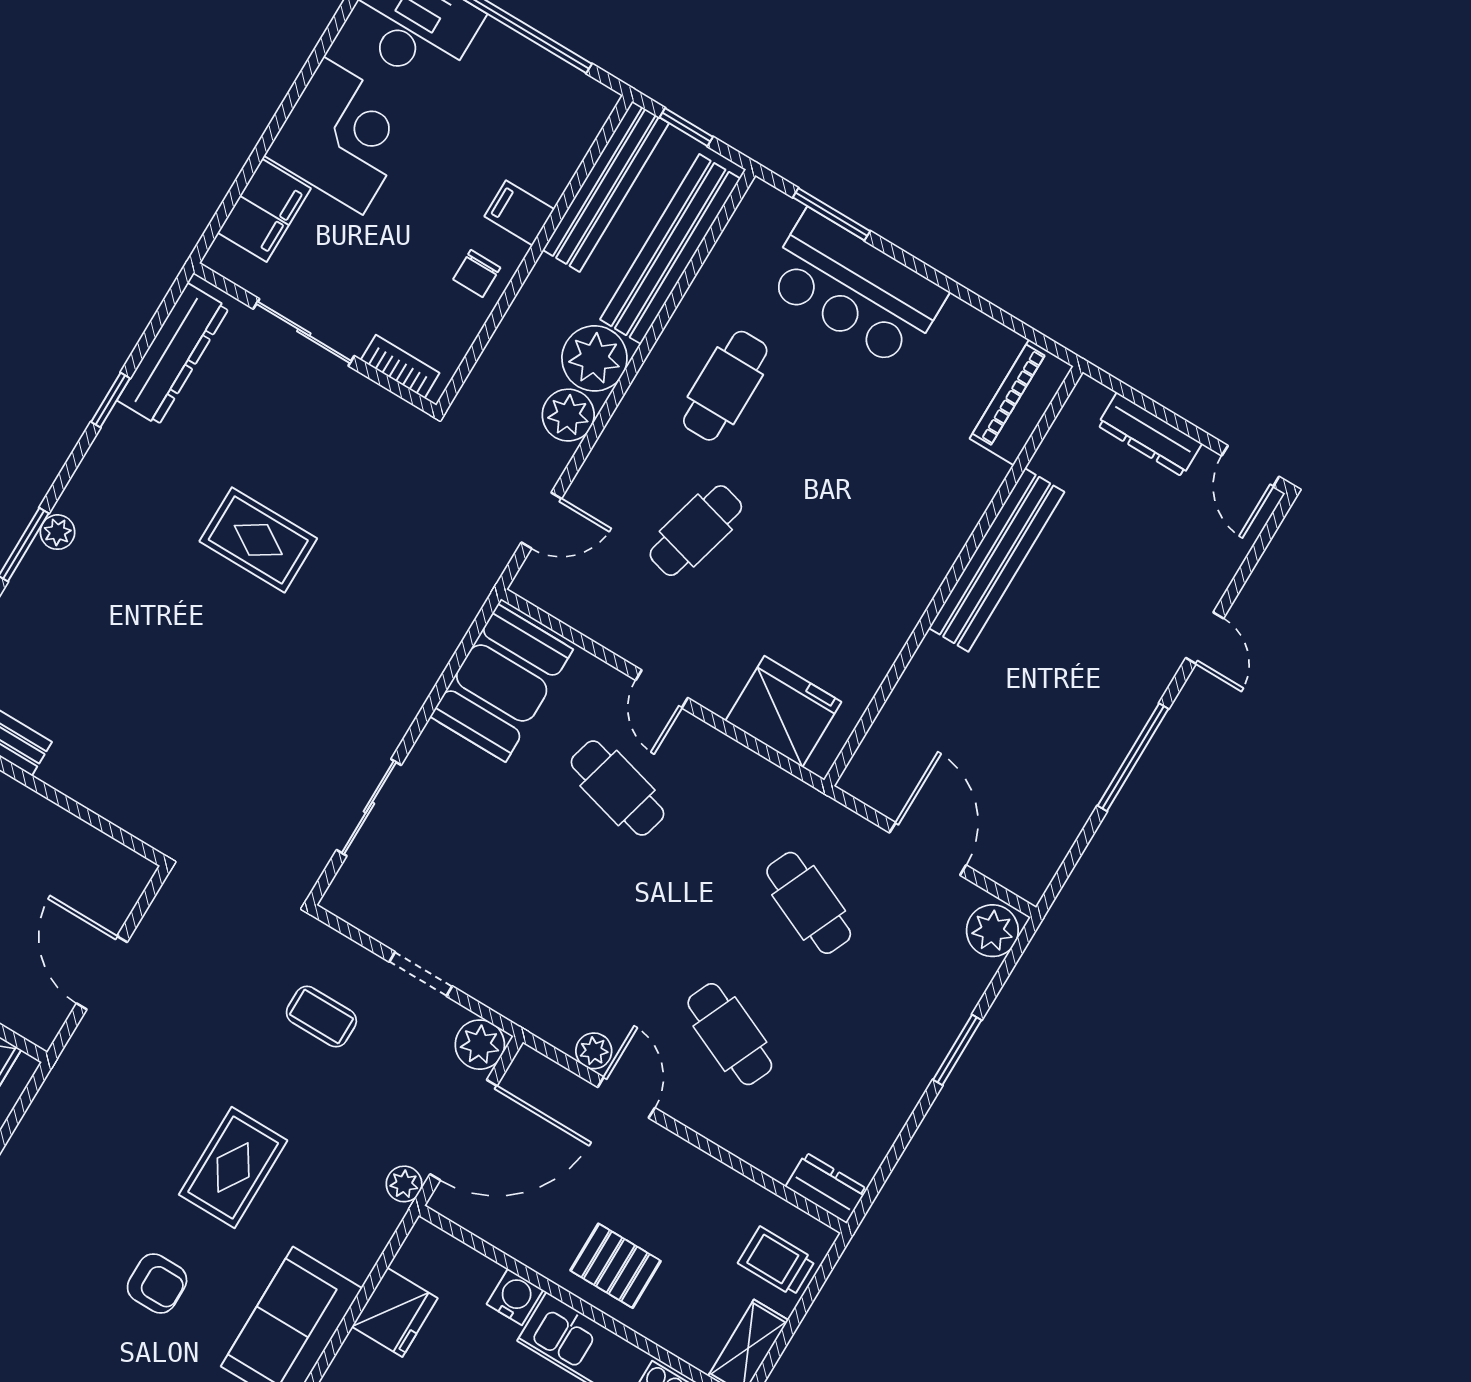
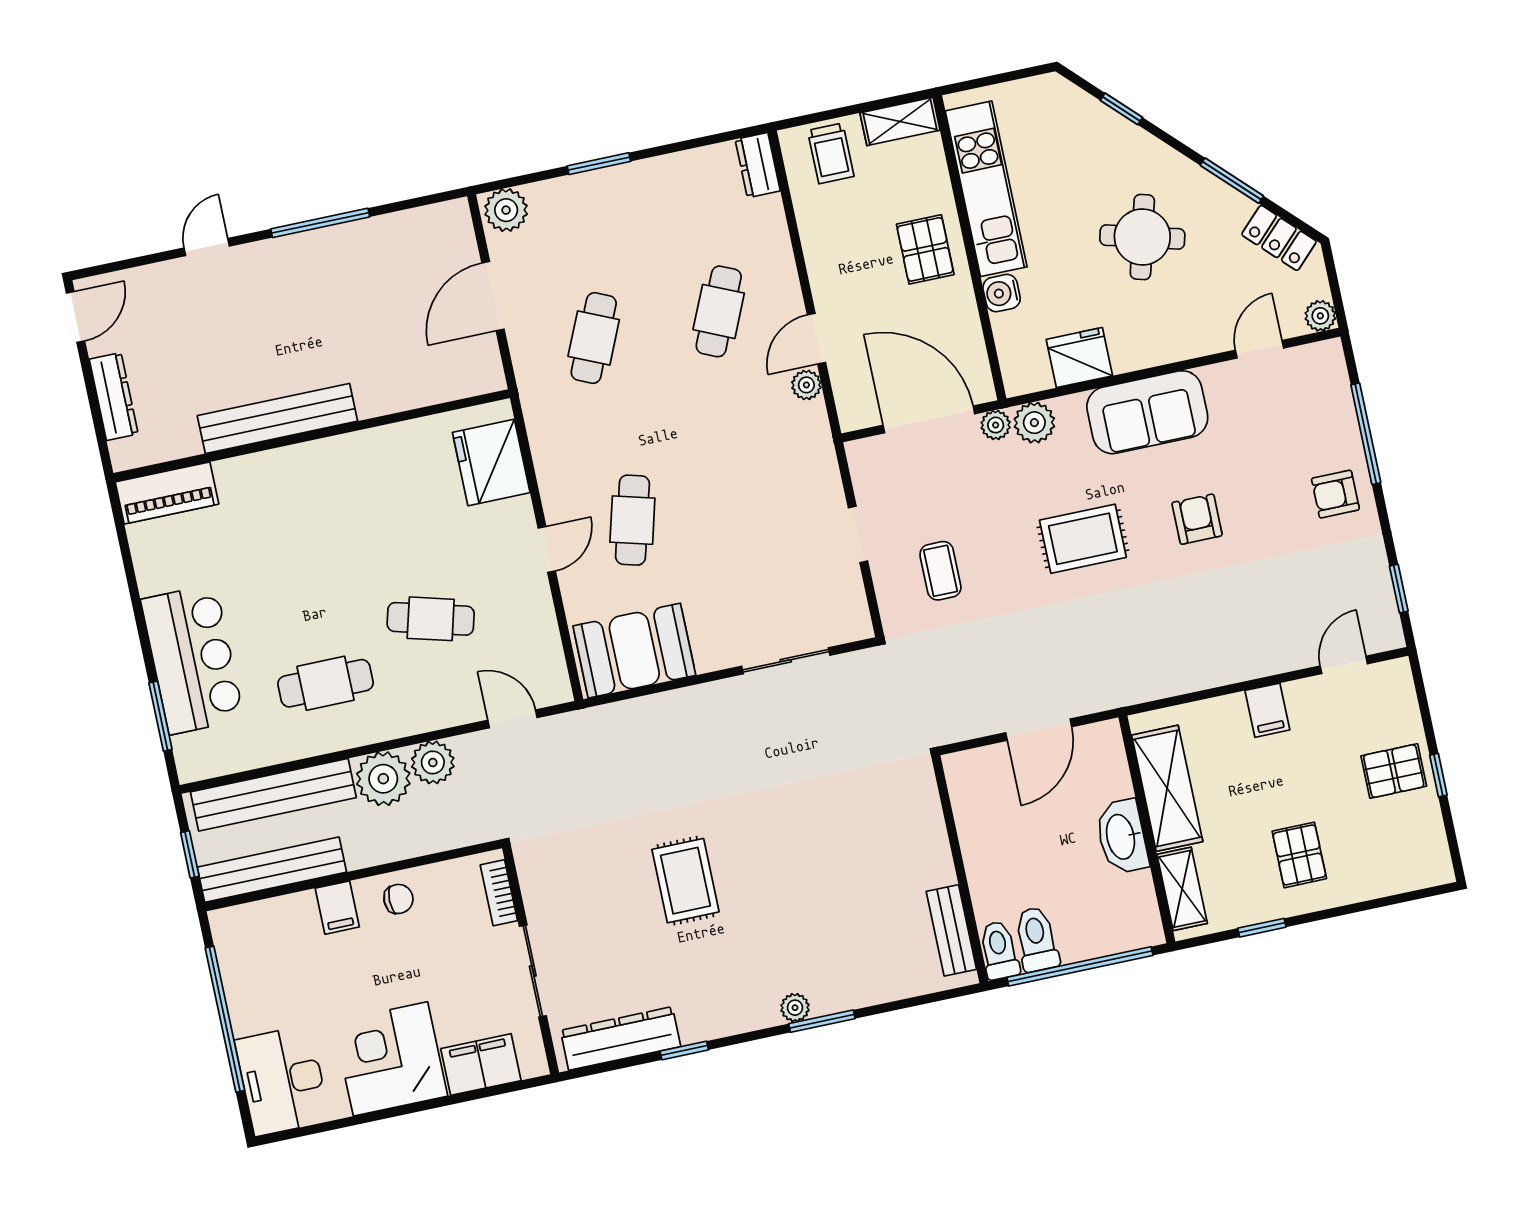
plant: (480, 1045) -> (1034, 423), moved

